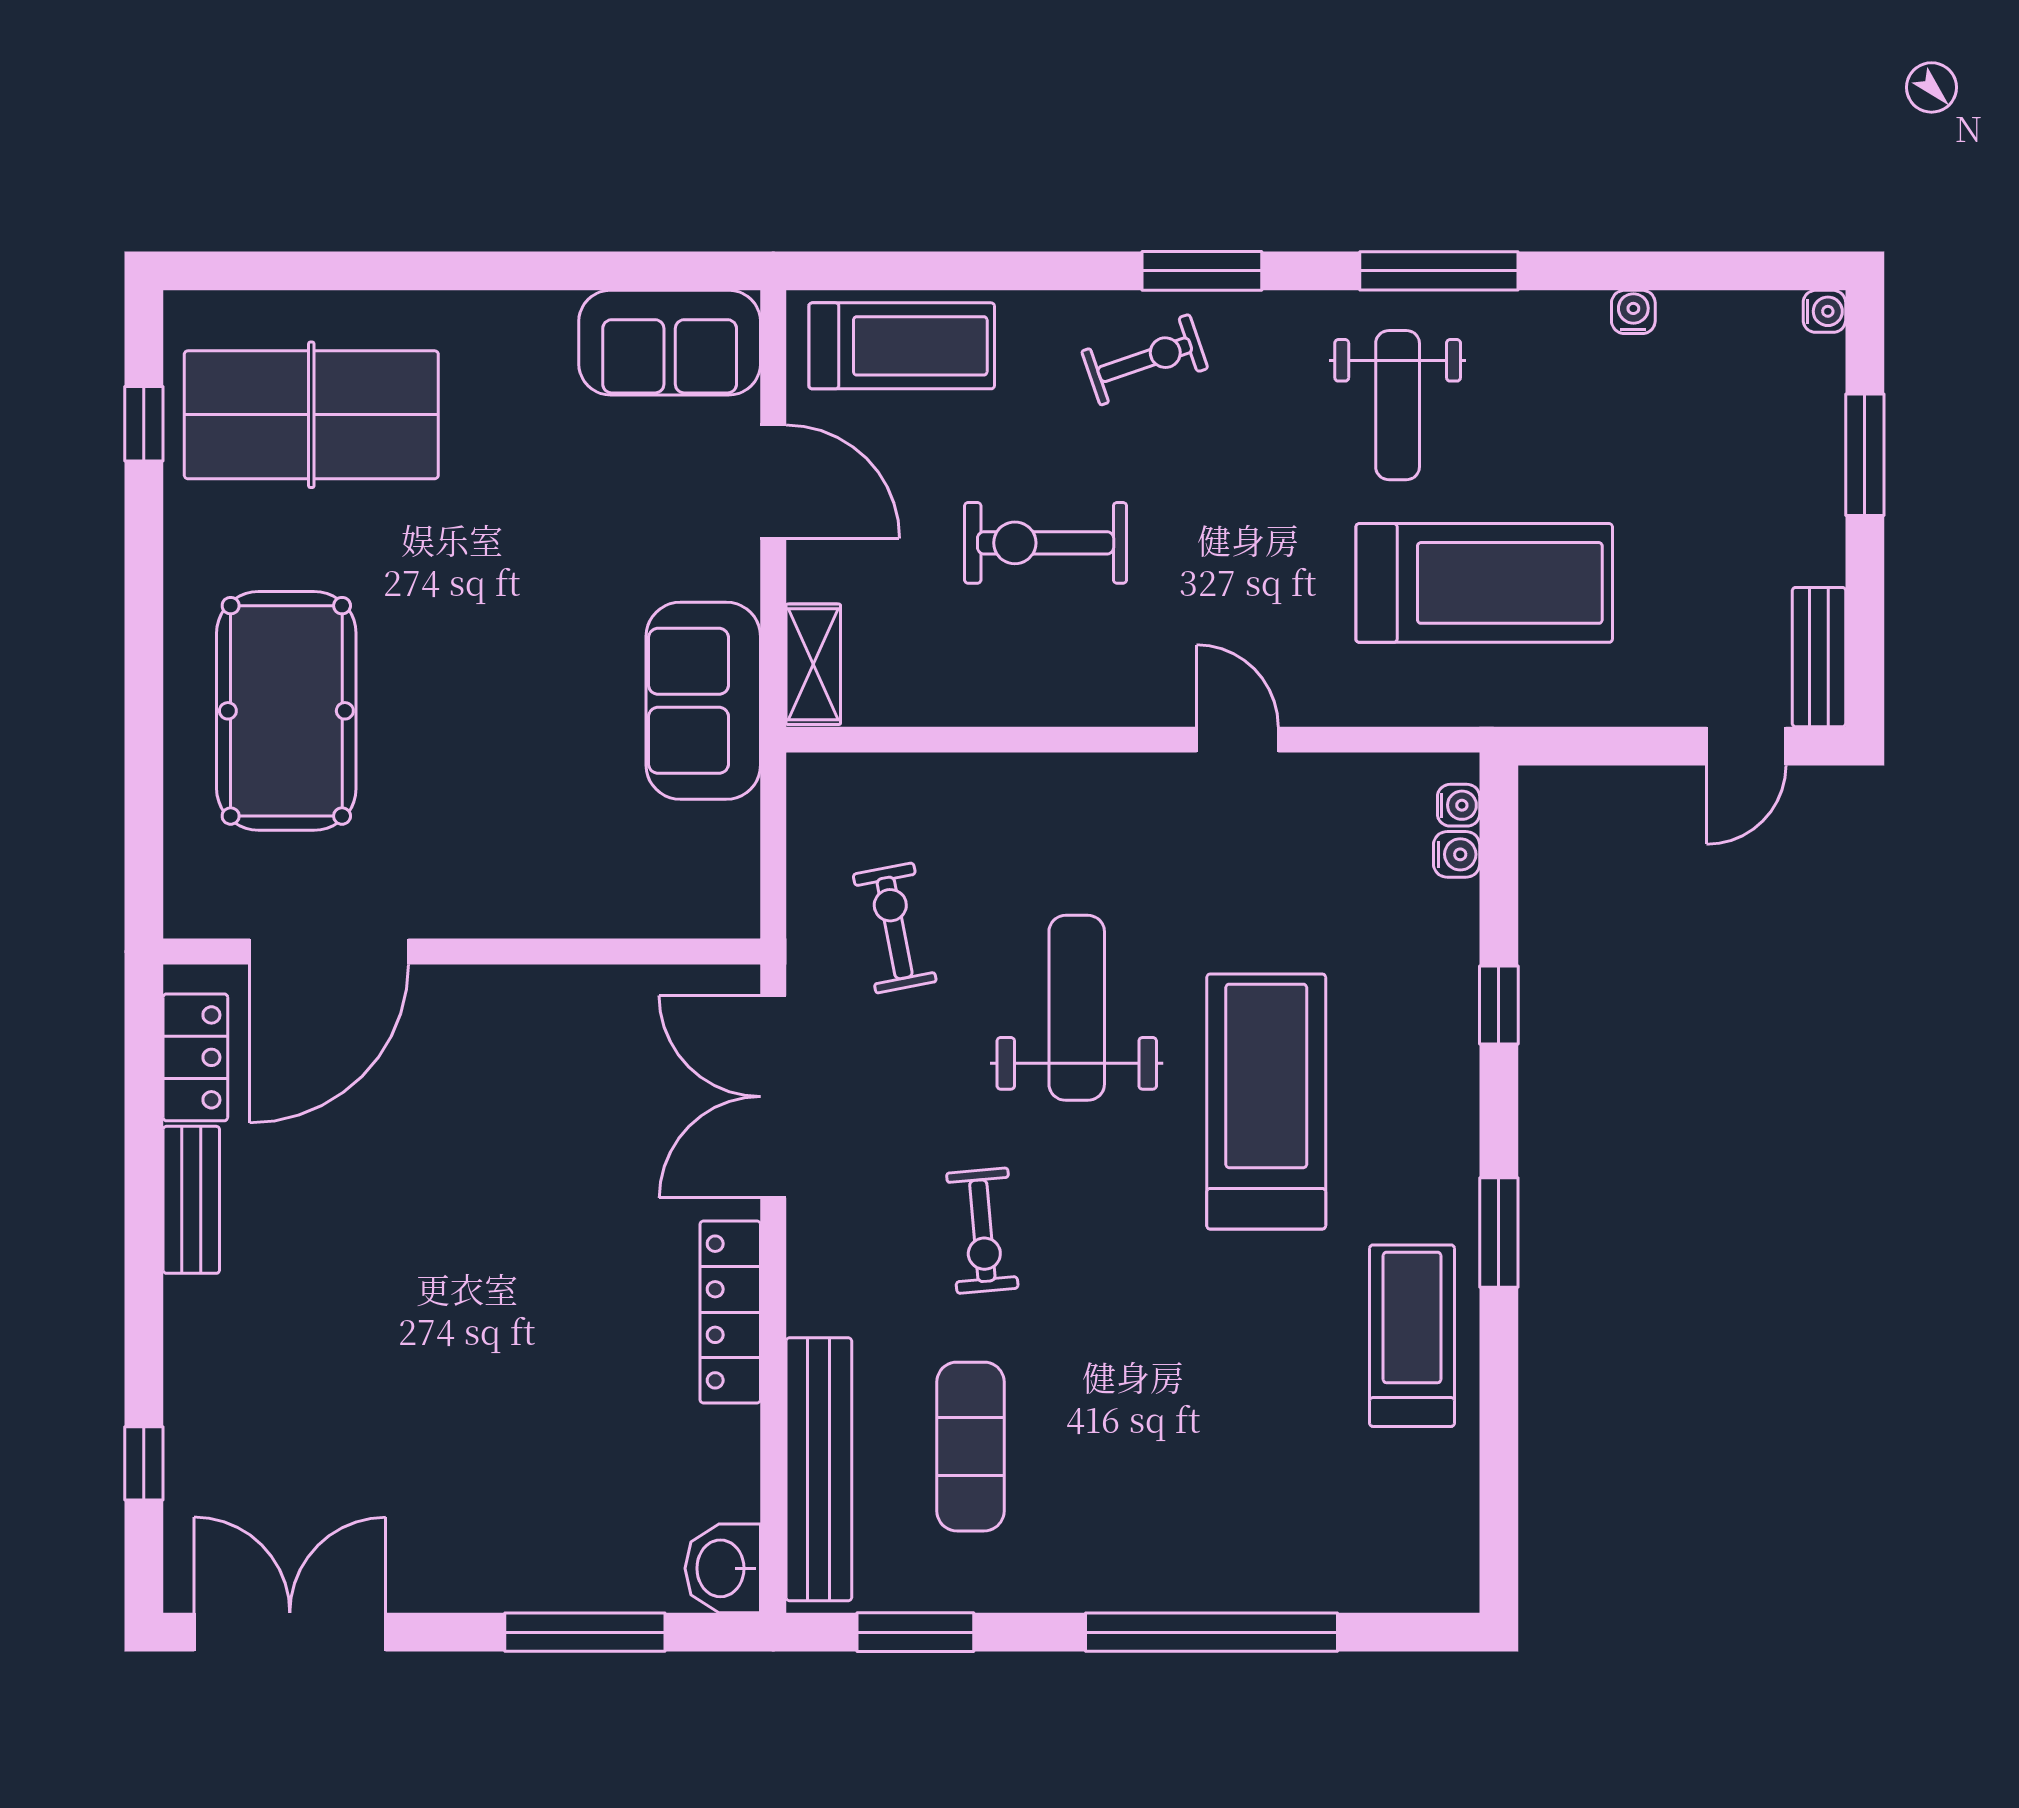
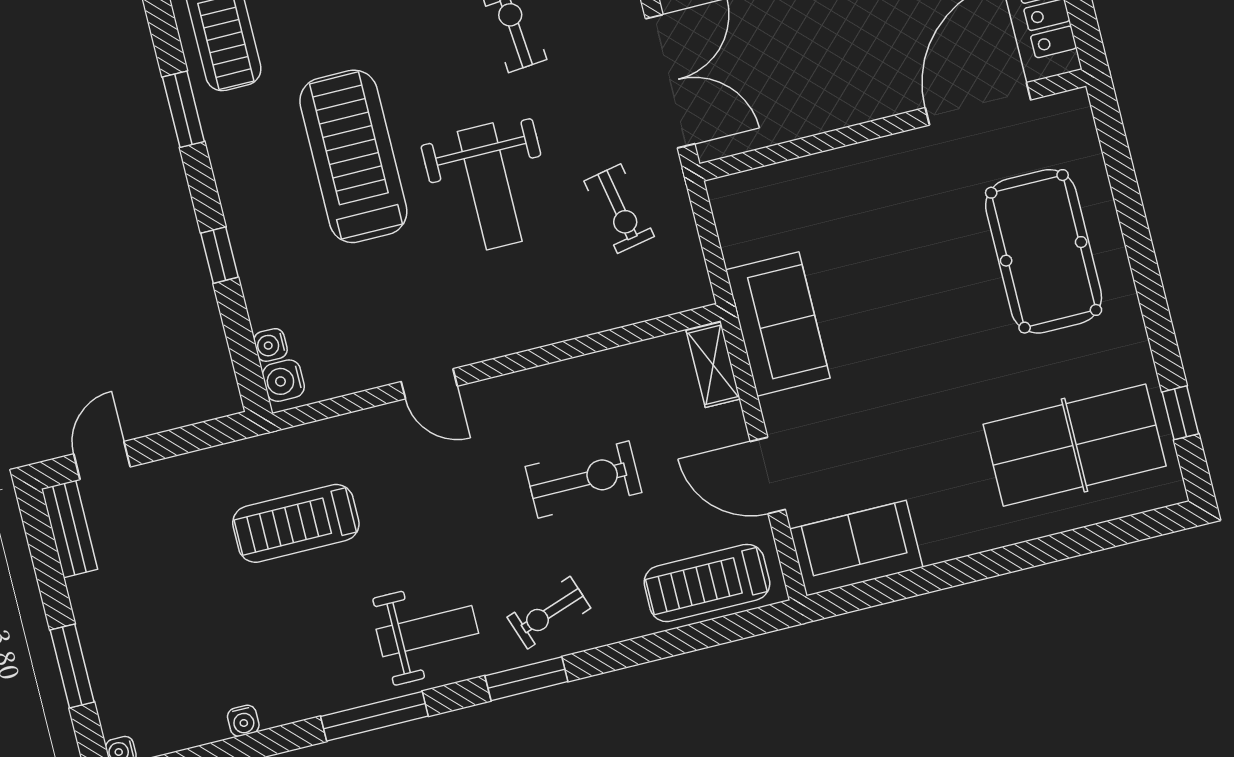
weight bench: (1398, 405) -> (427, 631), moved, turned 90
treadmill: (1484, 583) -> (296, 523), width x0.73, depth x0.73
water cooler: (1459, 805) -> (283, 381), width x1.38, depth x1.38
treadmill: (1266, 1101) -> (353, 156), turned 180

